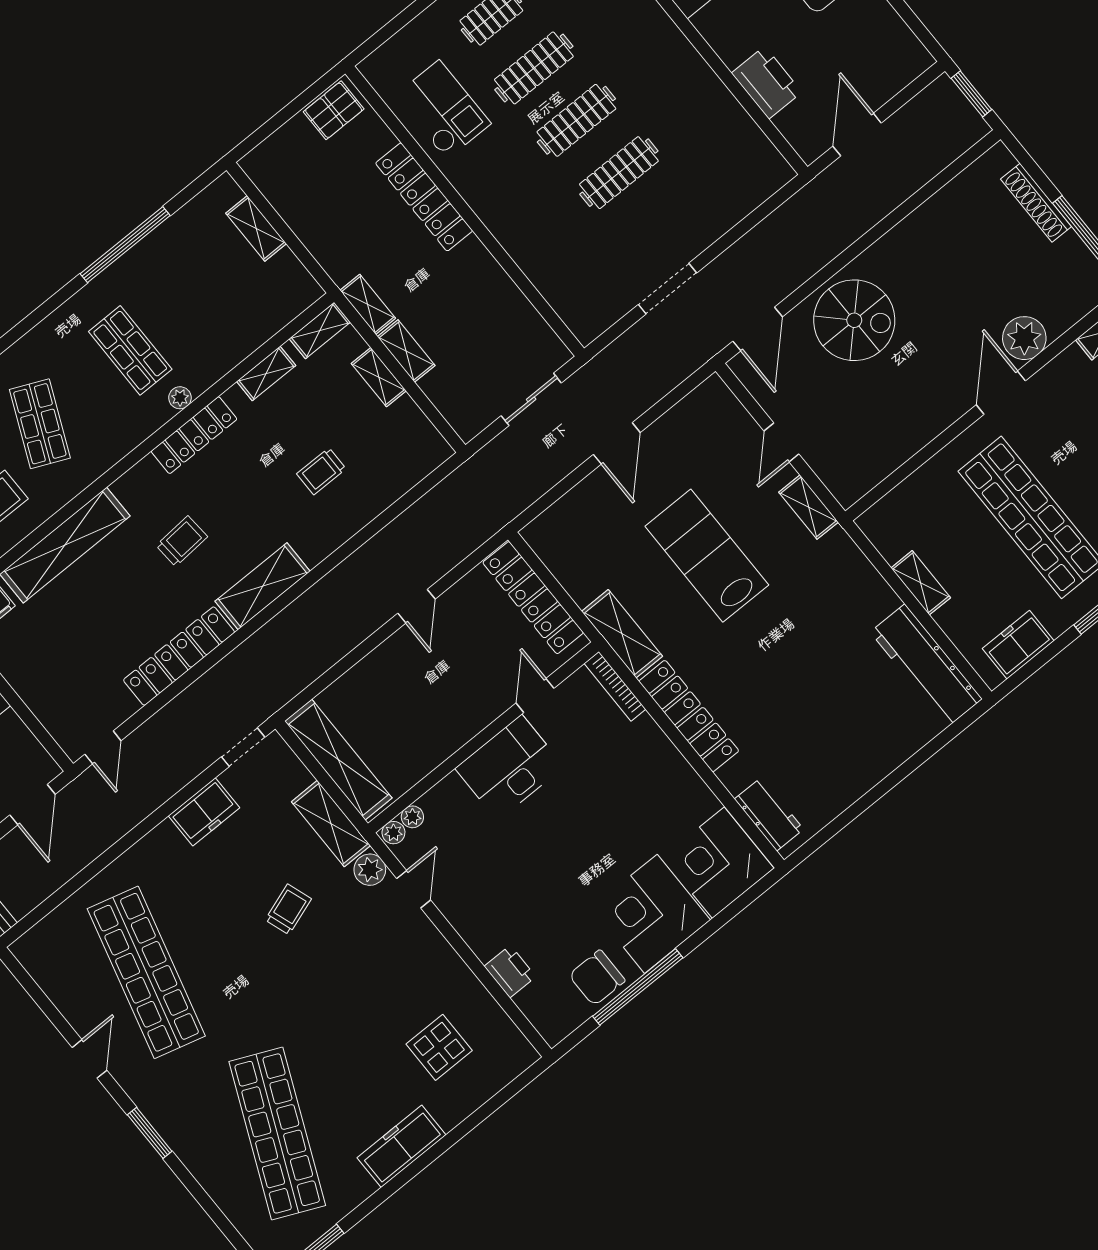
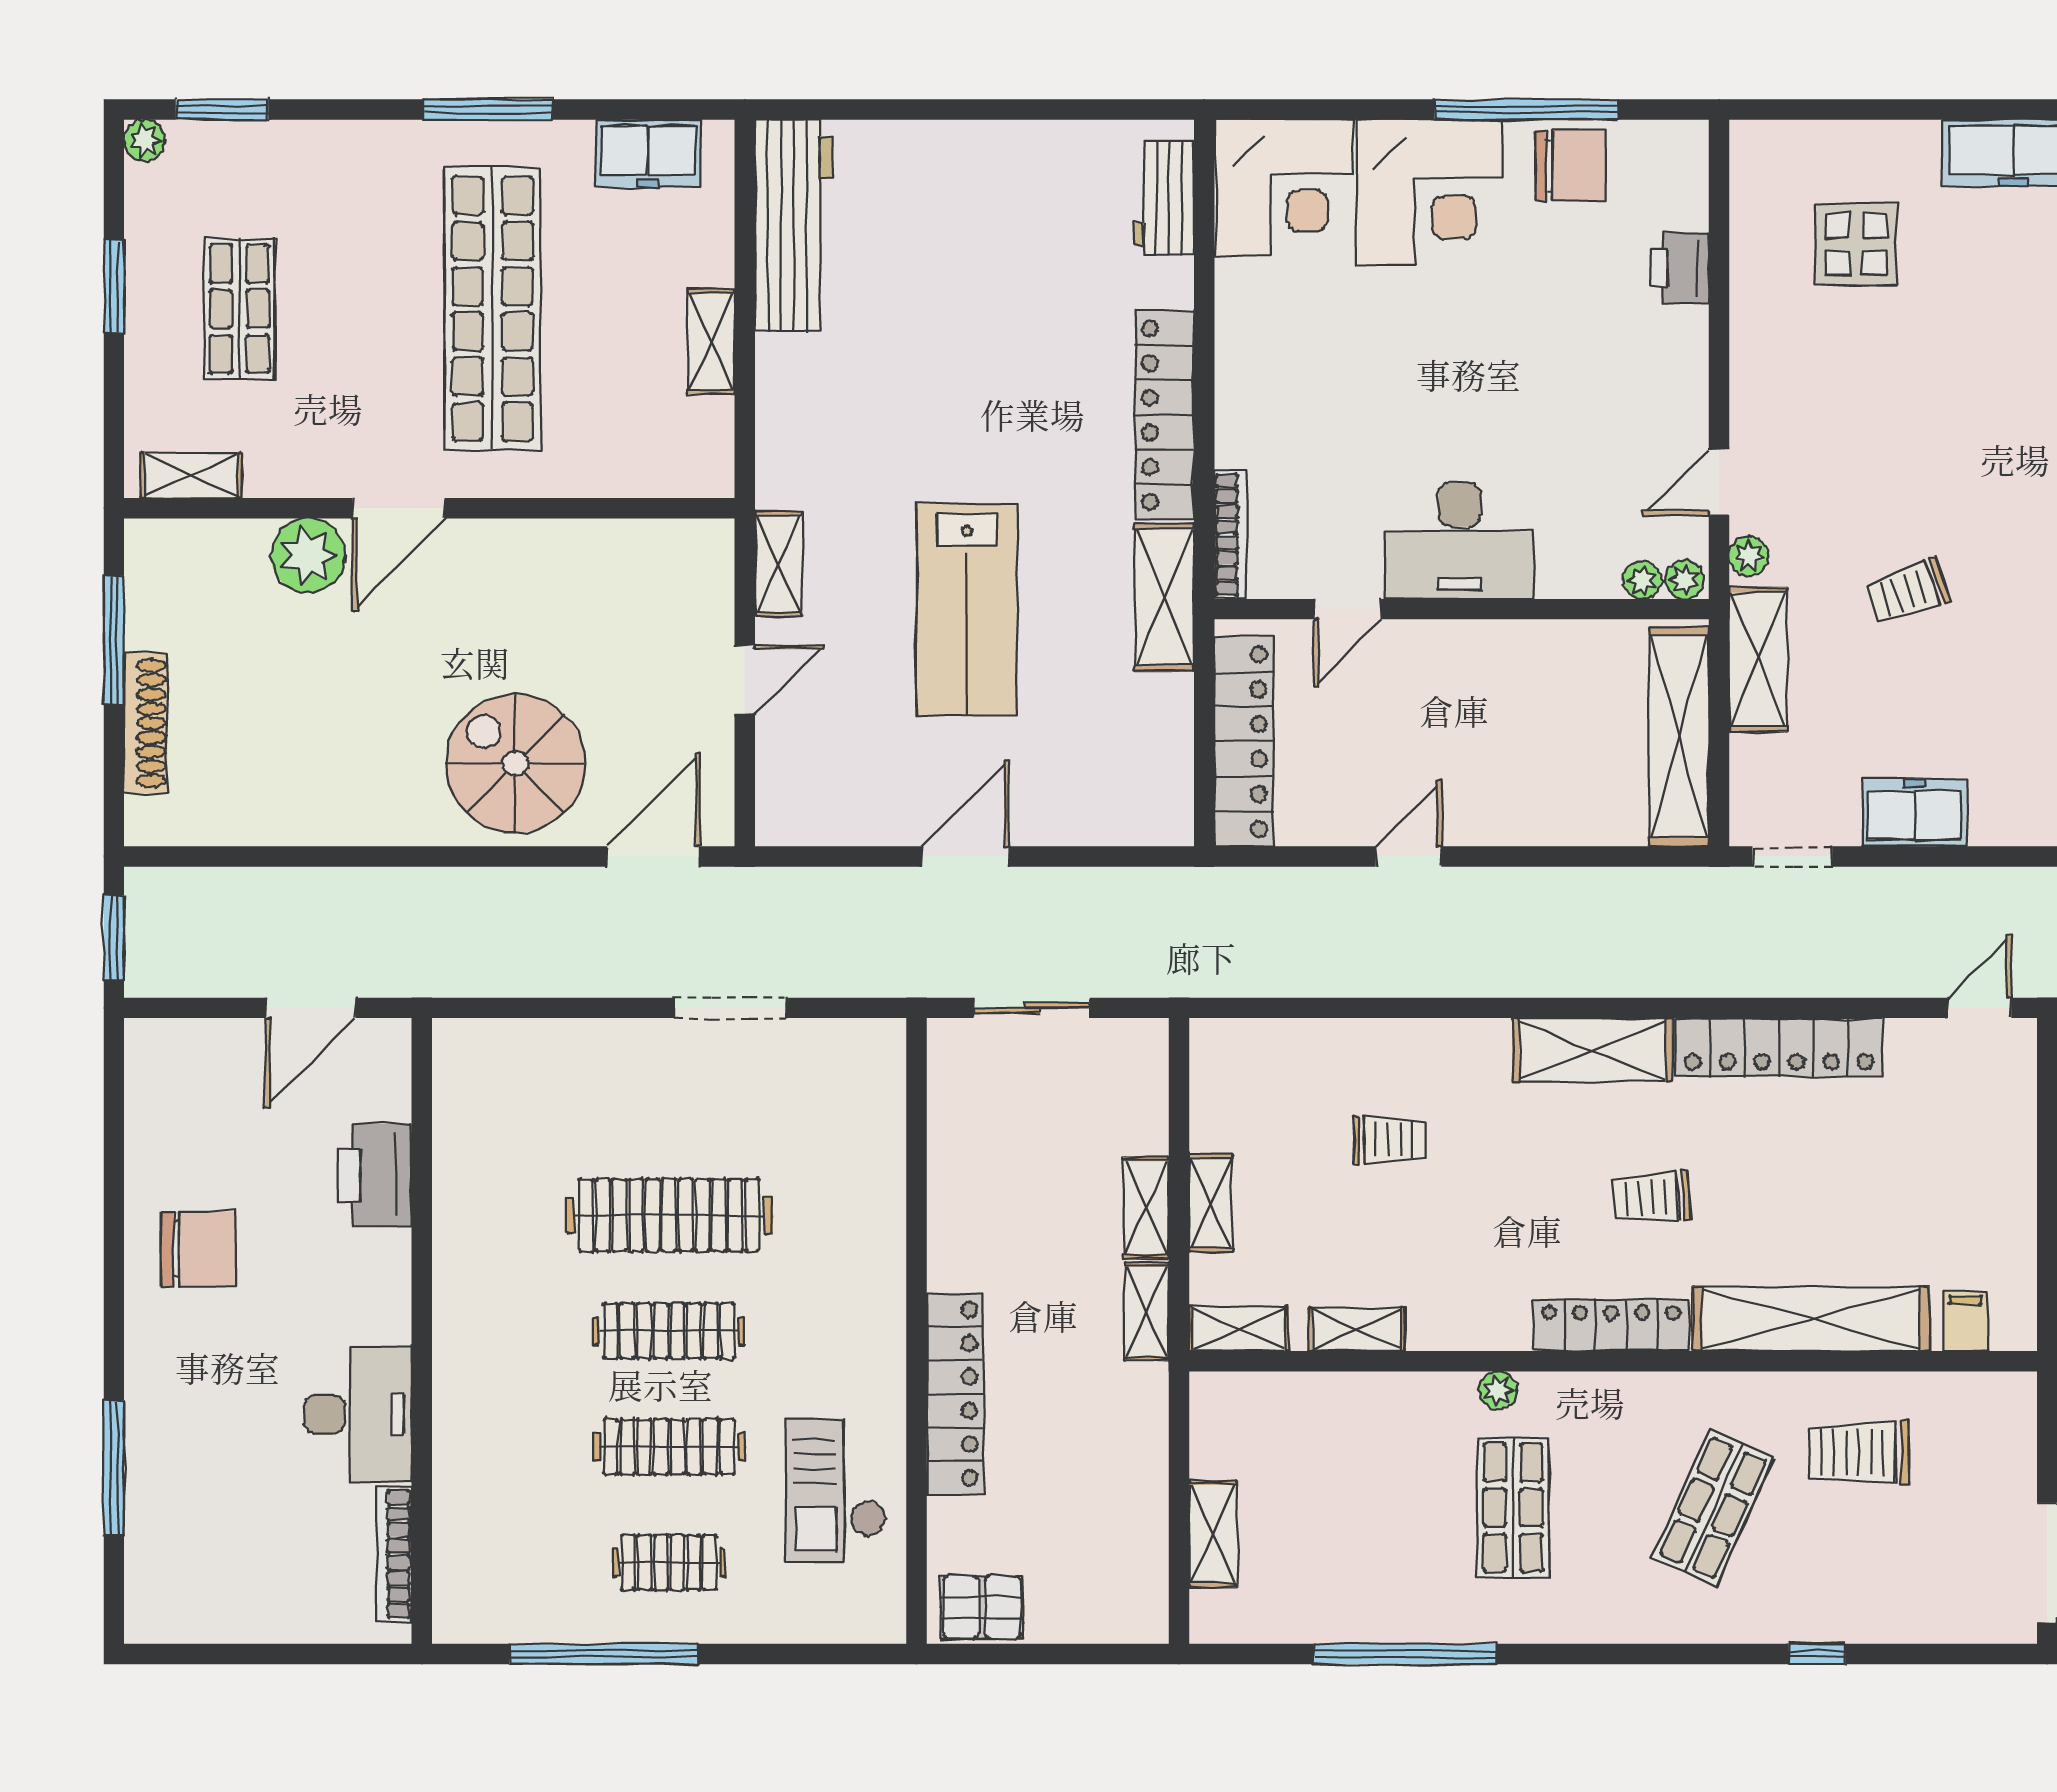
clothes rail: (619, 173) -> (669, 1215), width x1.37, depth x1.31
locker: (194, 435) -> (1611, 1325), moved
plant: (370, 870) -> (1749, 556), width x0.73, depth x0.73

